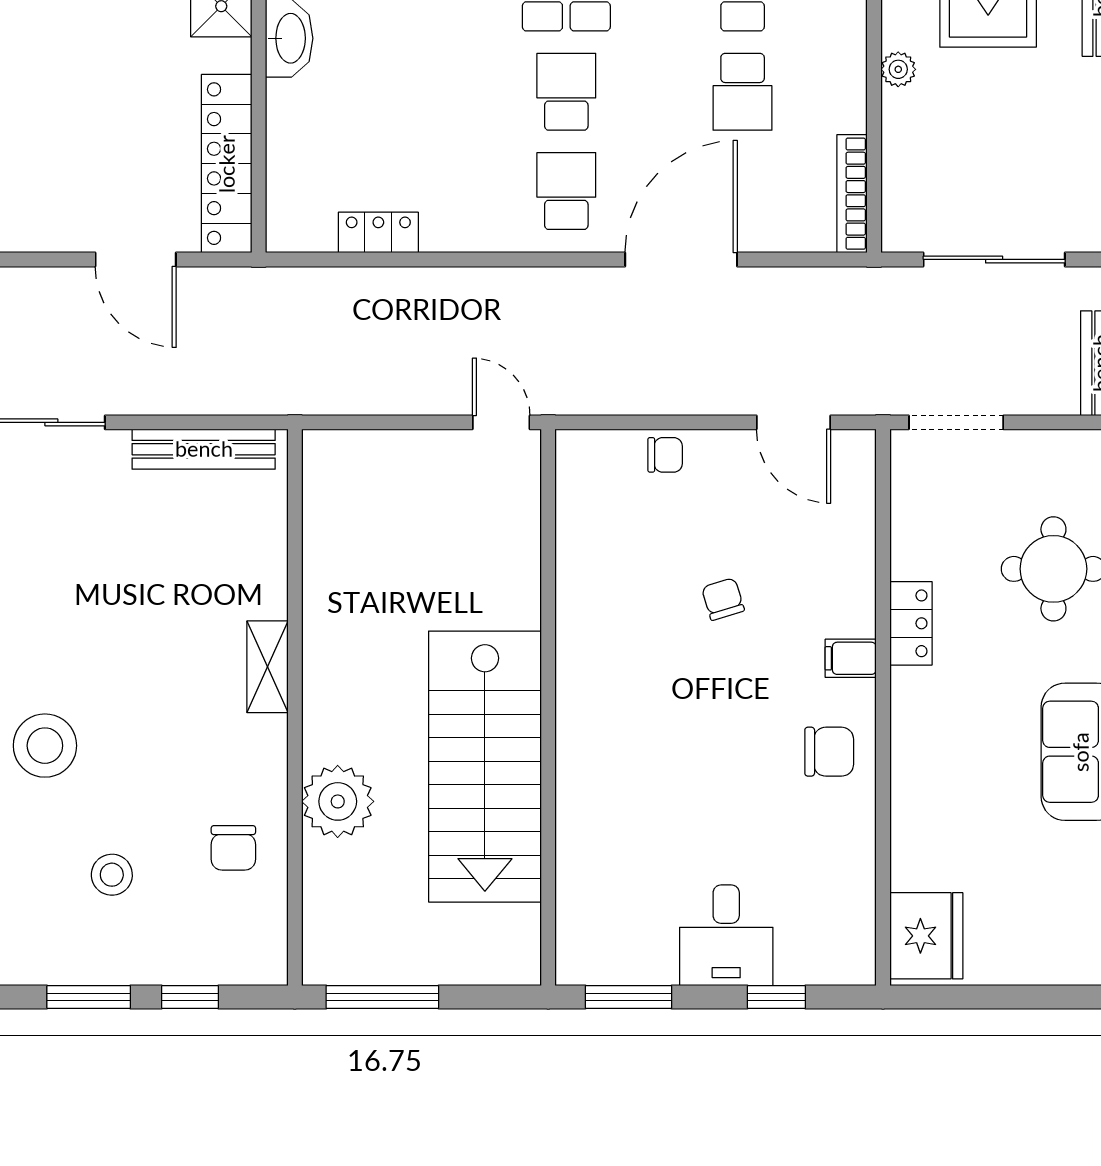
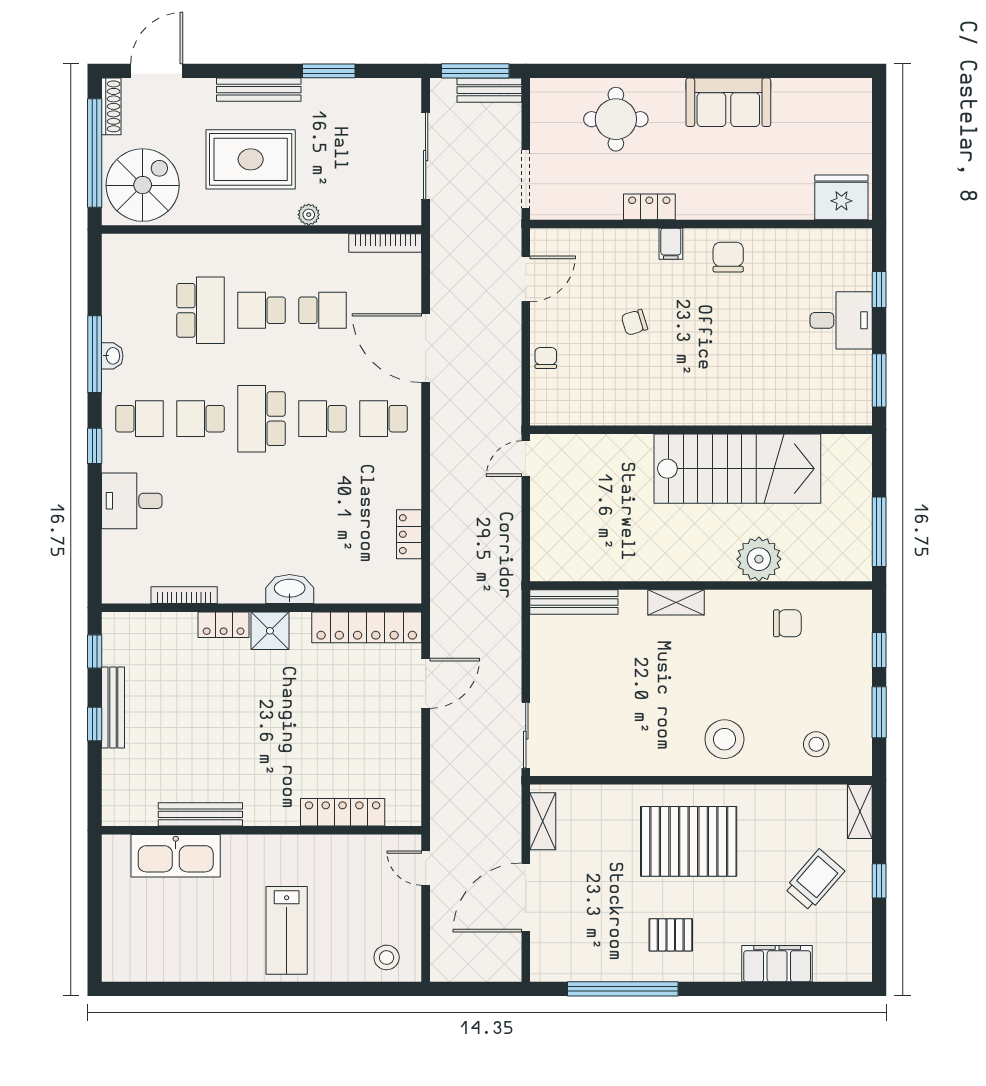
bench: (204, 449) -> (574, 602), moved, turned 90
stool: (112, 875) -> (816, 744), moved

